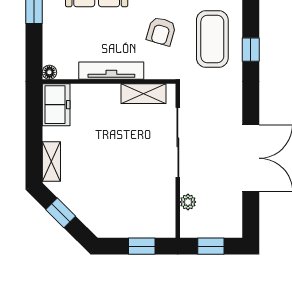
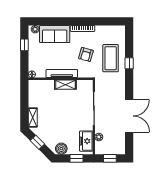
shelving: (143, 94) -> (65, 85), moved
freezer: (56, 105) -> (86, 141), moved, turned 180
boiler: (110, 226) -> (61, 149), added

